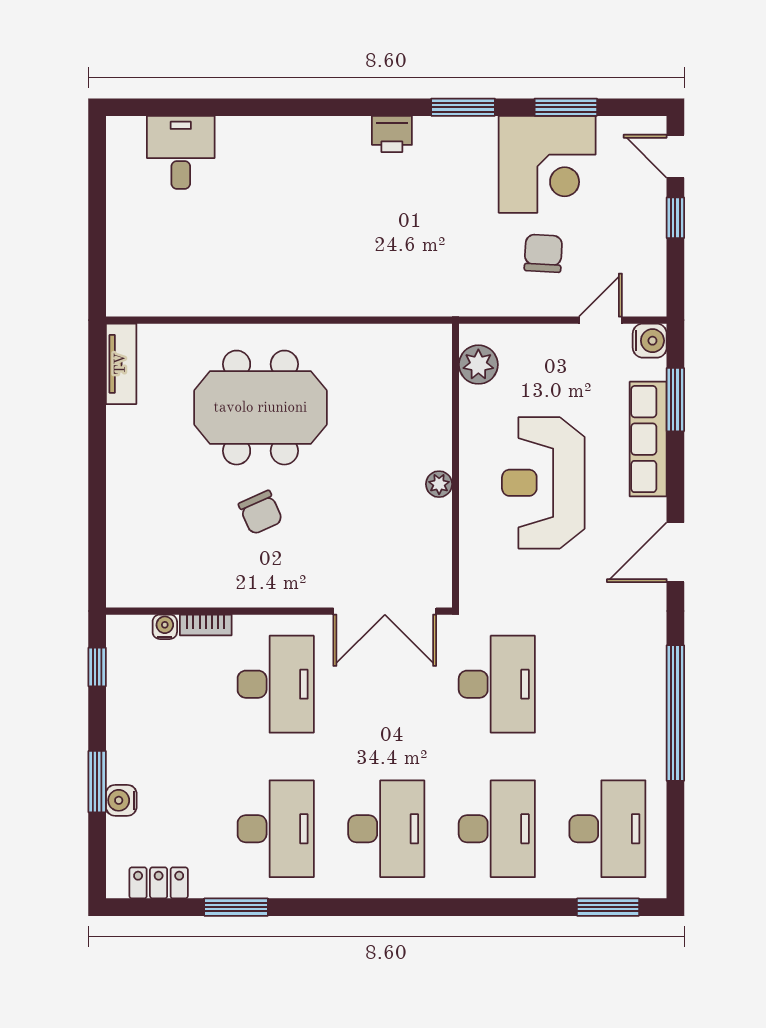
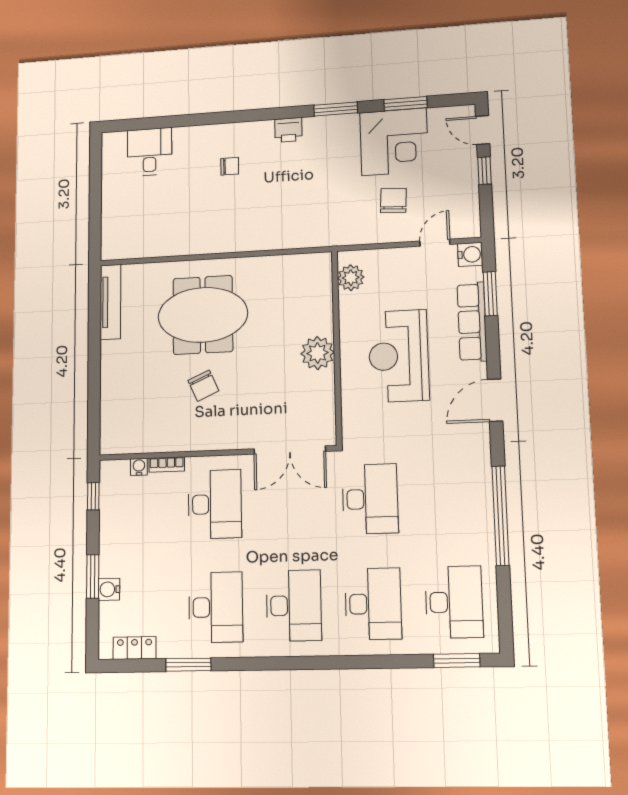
chair: (303, 184) -> (230, 166), added
tv unit: (121, 364) -> (110, 302), width x1.41
plant: (439, 484) -> (318, 353), width x1.87, depth x1.87

